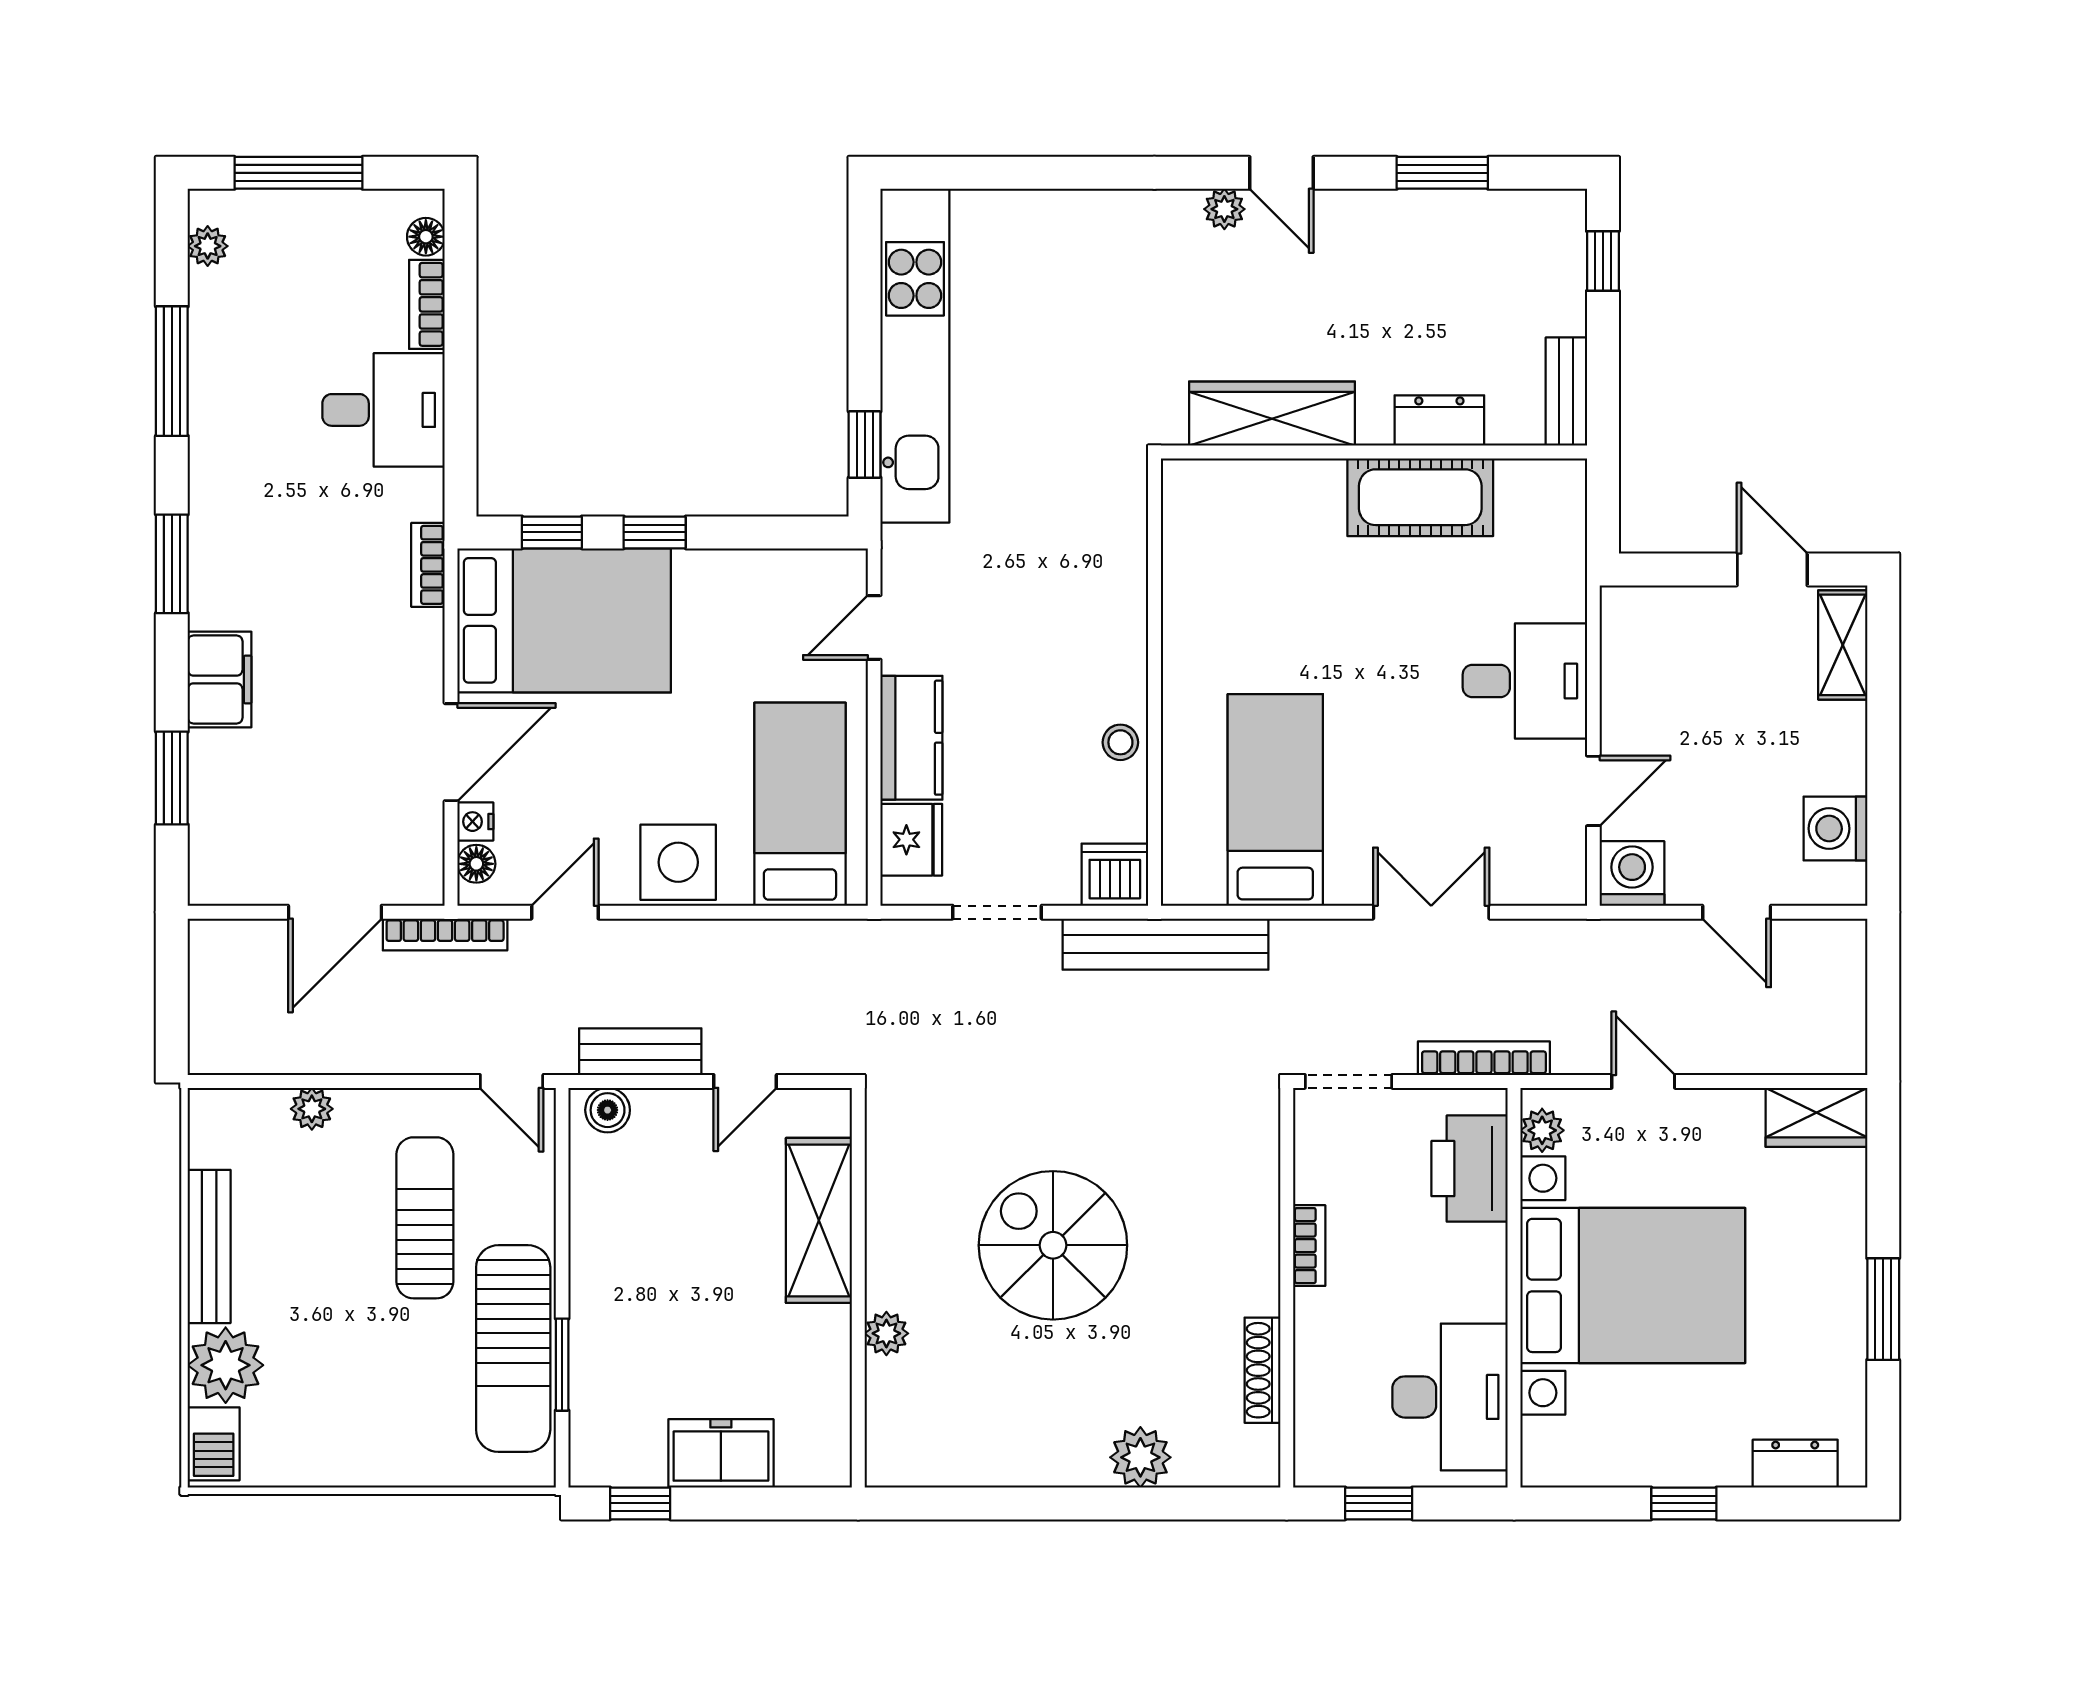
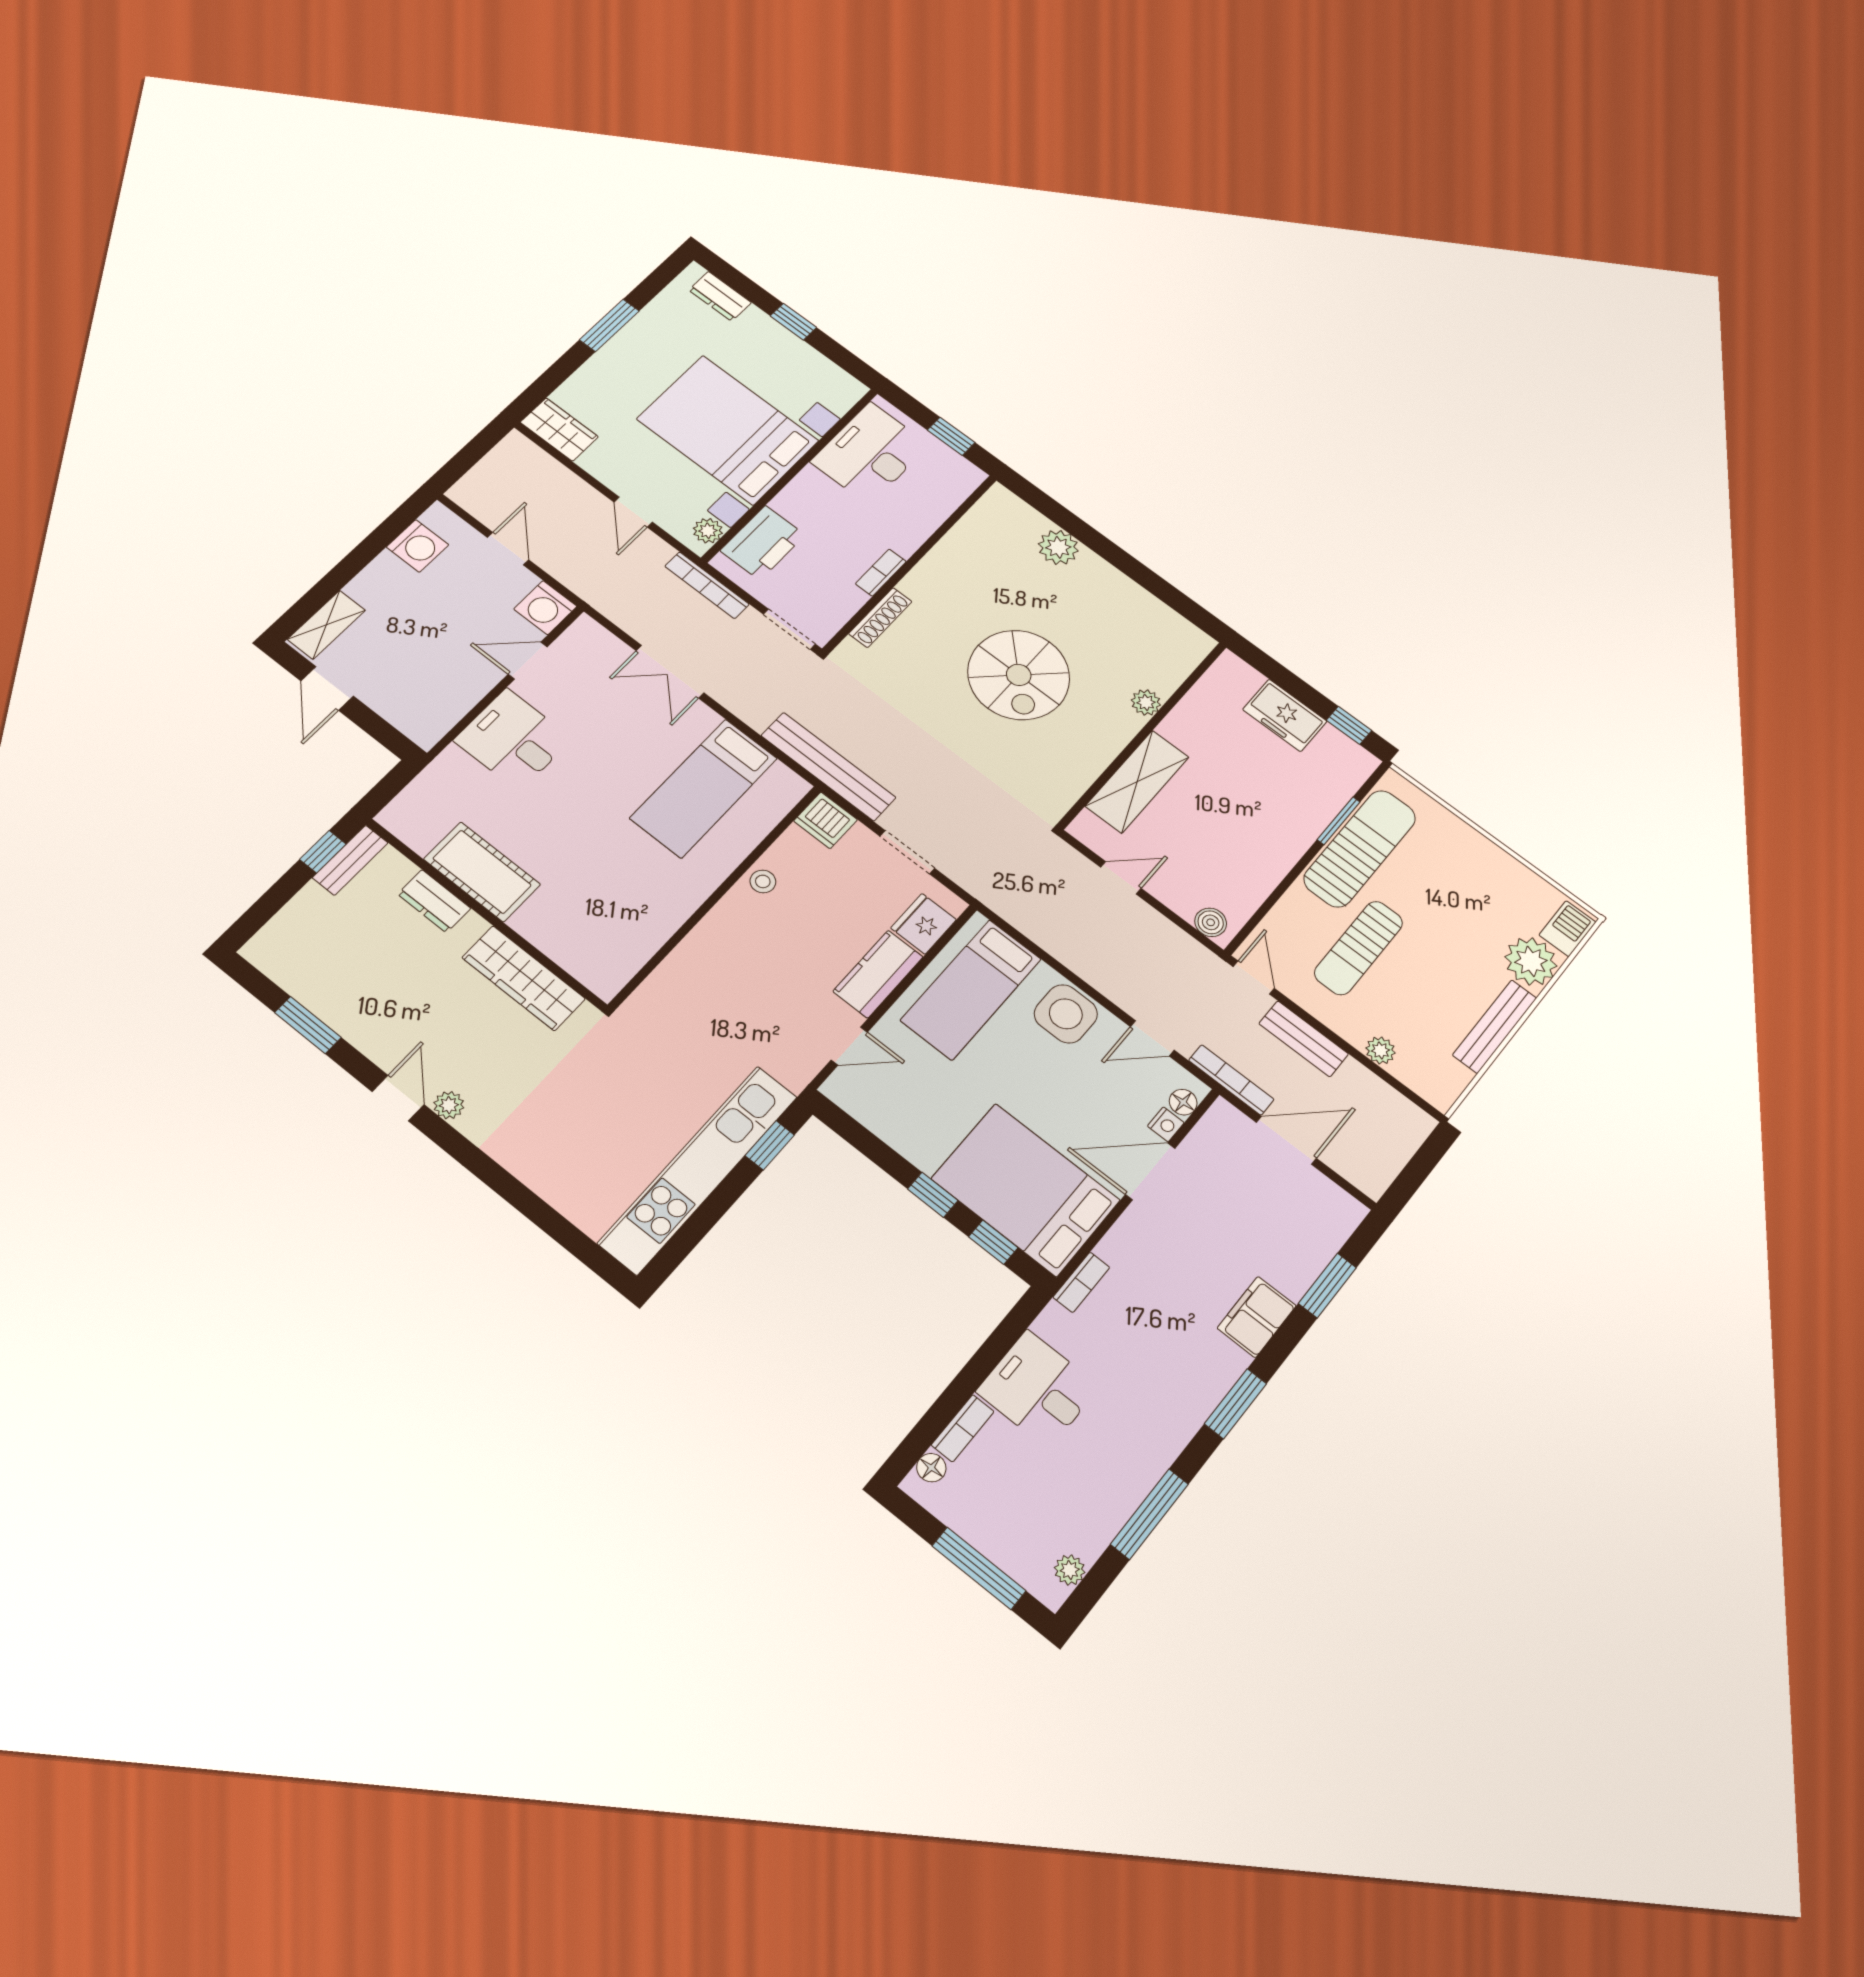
window: (1603, 261) -> (323, 852), moved
bench: (640, 1052) -> (1304, 1039), moved
shoe rack: (1262, 1370) -> (880, 618), moved

